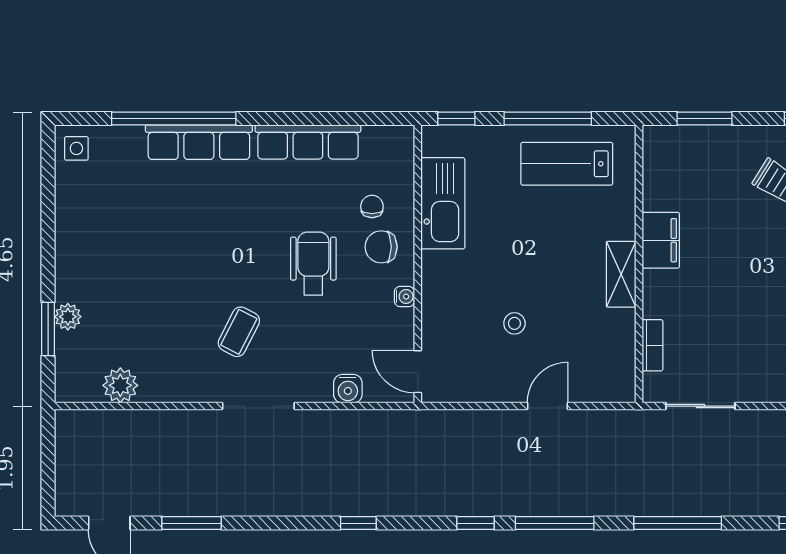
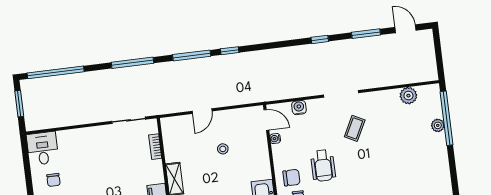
water cooler: (404, 297) -> (275, 139), moved
window: (48, 329) -> (447, 118), width x2.11
window: (358, 523) -> (320, 39), moved

